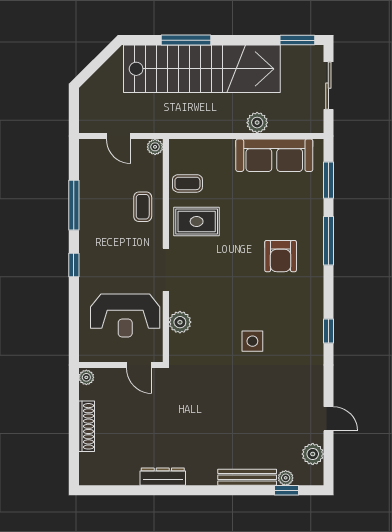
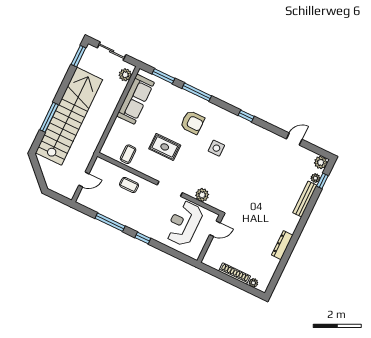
plant: (257, 123) -> (125, 75), moved
plant: (155, 147) -> (99, 162), removed
rug: (197, 221) -> (165, 147), moved, turned 90
reception desk: (125, 315) -> (184, 223), turned 180
side table: (252, 341) -> (216, 148), moved
plant: (86, 377) -> (253, 283), moved
plant: (313, 454) -> (321, 162), moved

